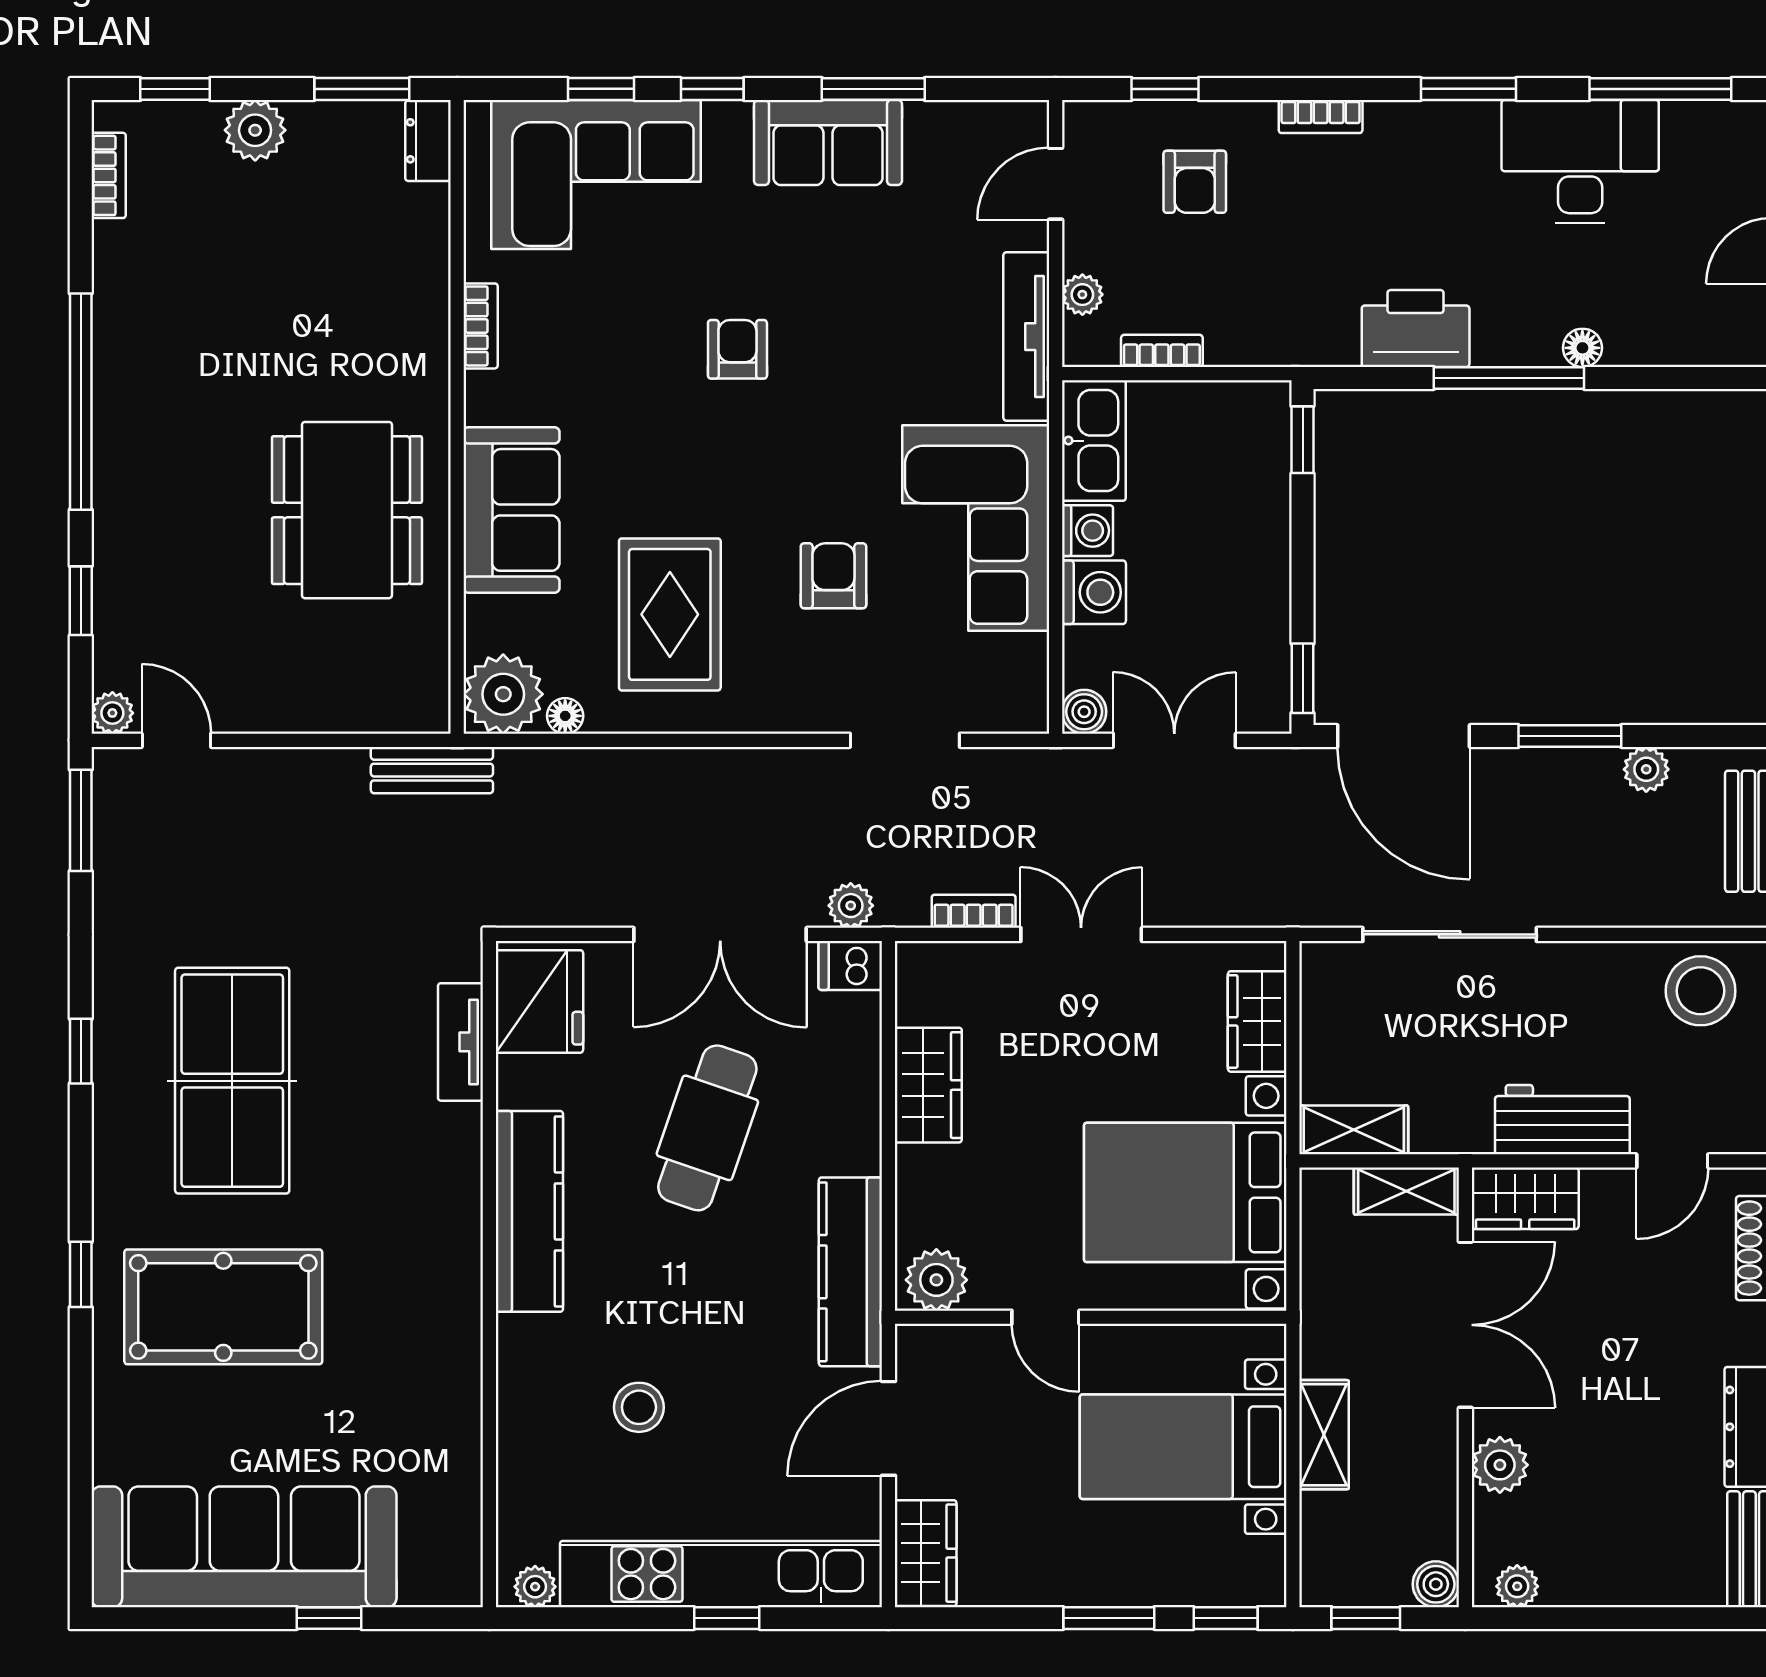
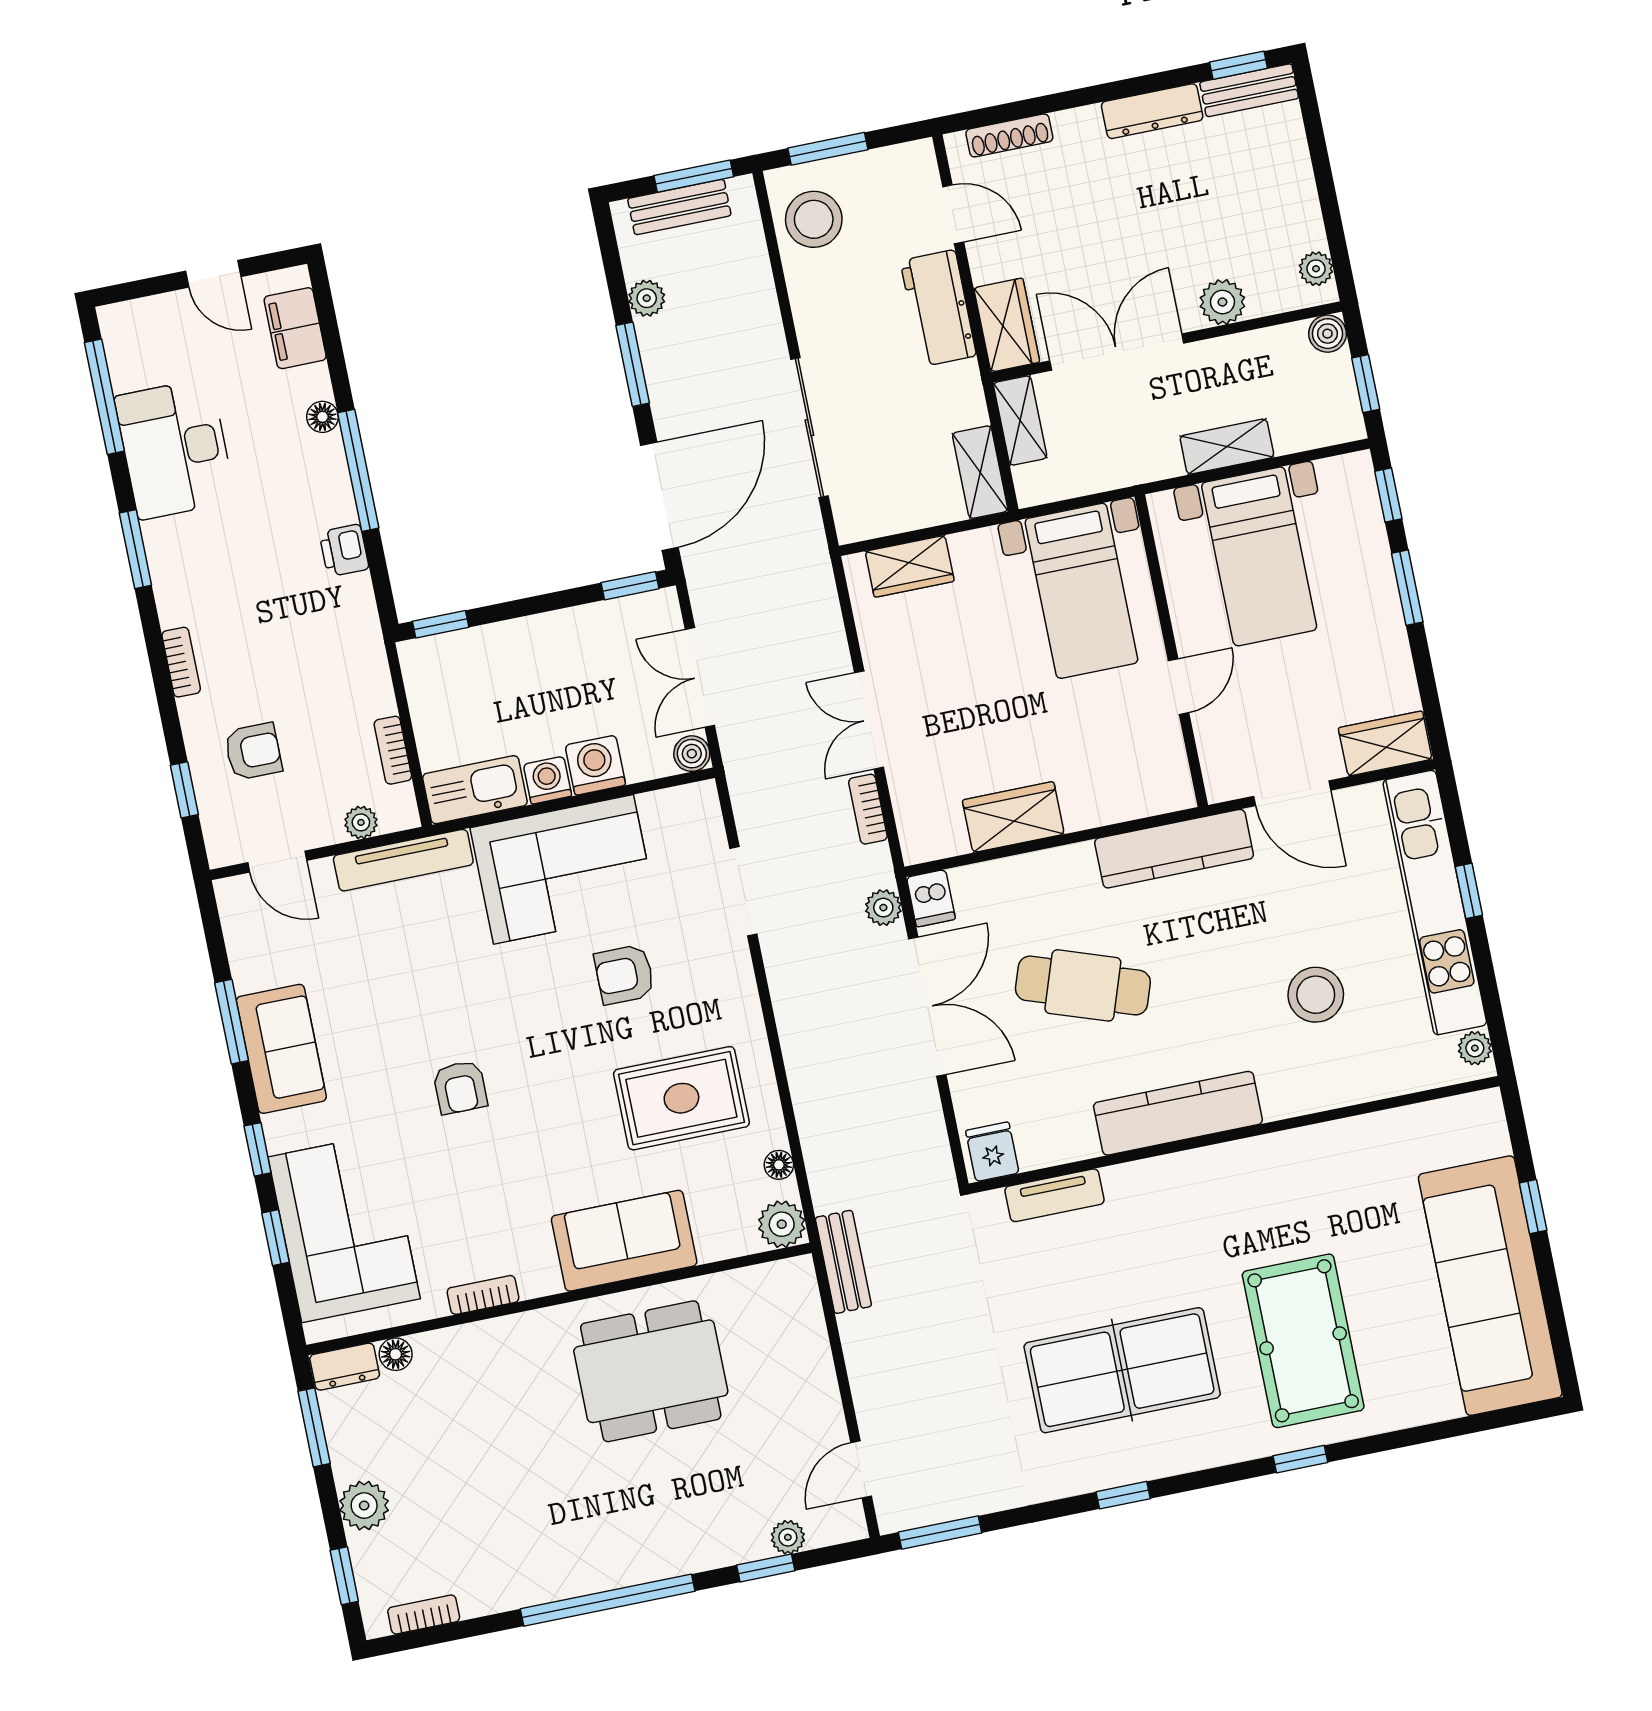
floor lamp: (430, 206) -> (396, 1354), added
printer: (1416, 329) -> (344, 550), width x0.53, depth x0.68
filing cabinet: (1696, 337) -> (295, 328), added
armchair: (737, 349) -> (460, 1087), turned -90
plant: (503, 694) -> (782, 1224), width x0.73, depth x0.73
plant: (112, 713) -> (788, 1537), moved
fridge: (539, 1001) -> (992, 1152), width x0.53, depth x0.75
bed with nightstands: (1185, 1192) -> (1081, 591), width x0.73
plant: (936, 1280) -> (1167, 779), removed
stool: (639, 1407) -> (1316, 995), width x1.38, depth x1.38

